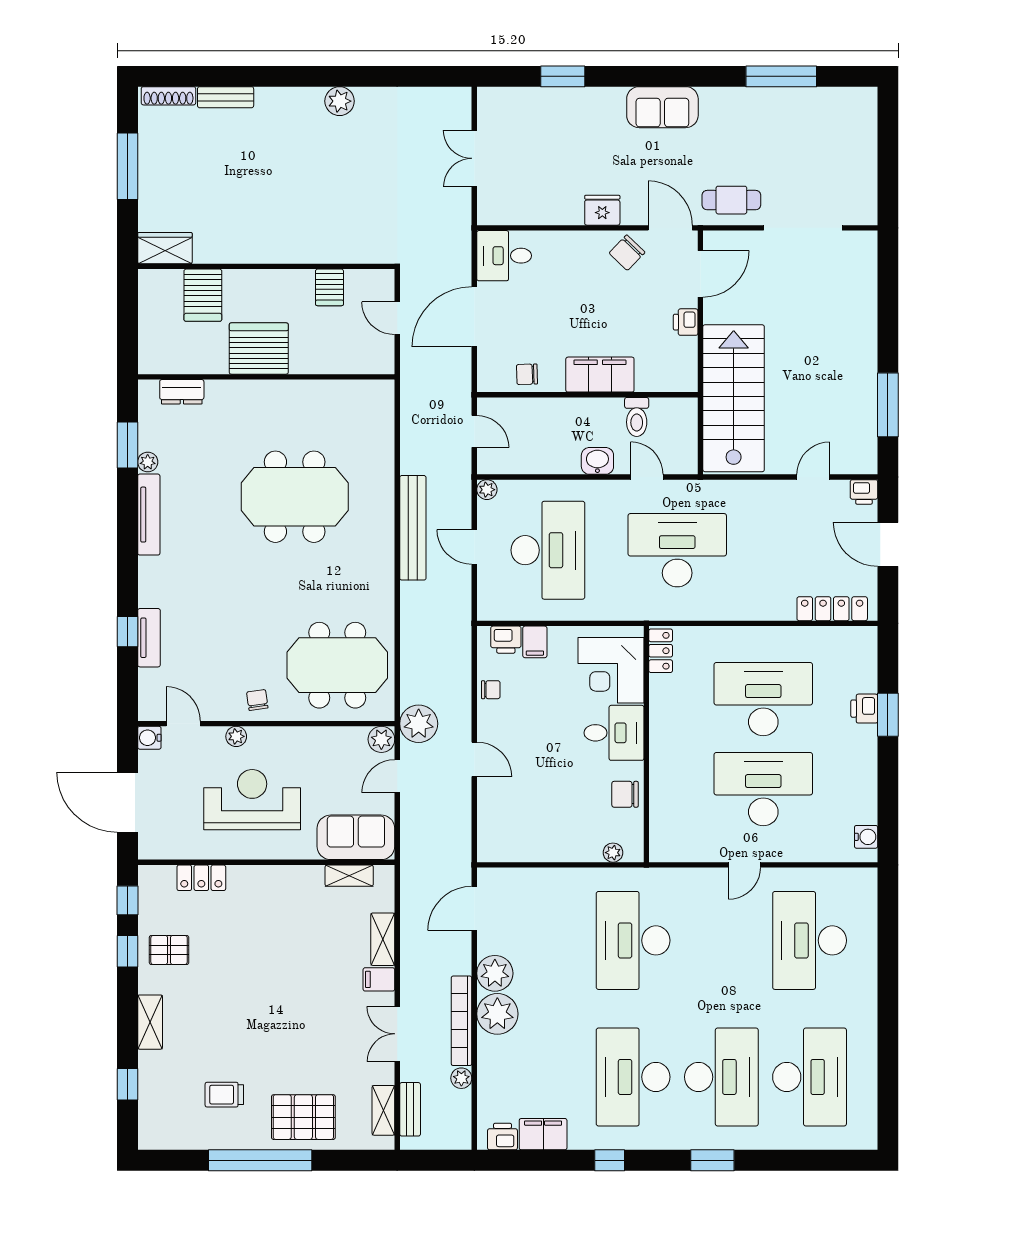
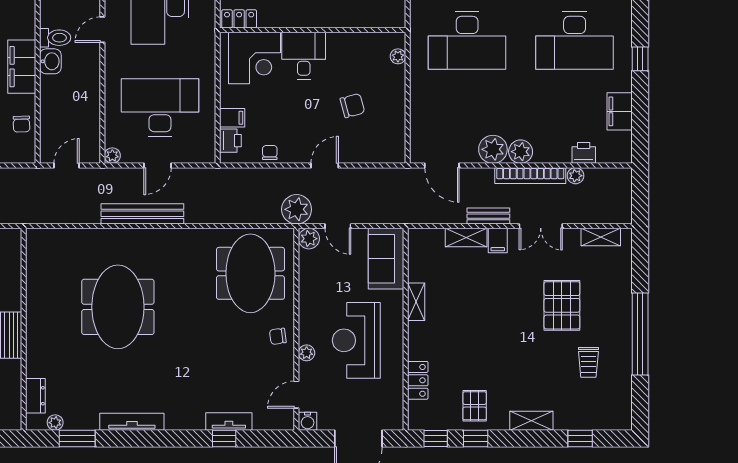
washbasin: (597, 461) -> (50, 61), moved, turned 180
plant: (148, 462) -> (55, 423), moved
chair: (625, 794) -> (352, 106), moved, turned -105
shelving: (349, 876) -> (416, 302), moved
plant: (497, 1014) -> (521, 152), width x0.73, depth x0.73
bench: (410, 1109) -> (488, 216), moved
pallet: (303, 1117) -> (562, 305), moved
printer: (502, 1137) -> (584, 153), moved, turned 90

